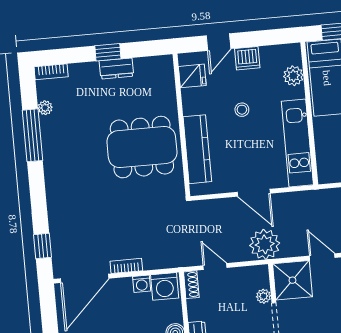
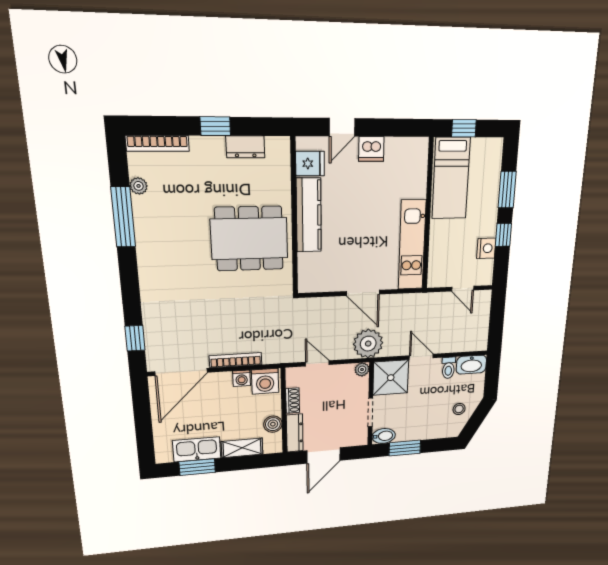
dresser: (116, 68) -> (245, 147), moved
bookcase: (51, 72) -> (157, 143), width x1.56
plant: (293, 76) -> (417, 173), removed
stool: (242, 110) -> (360, 206), removed
kitchen counter: (197, 149) -> (309, 215), moved
bookcase: (126, 266) -> (236, 360), width x1.56
shoe rack: (191, 285) -> (293, 401), moved
plant: (264, 296) -> (362, 369), moved

